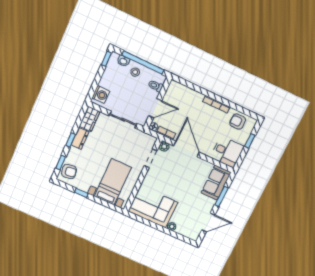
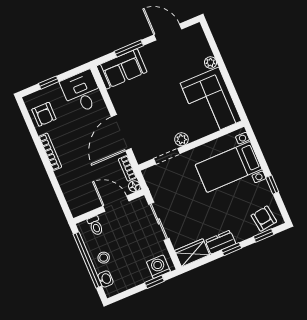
window: (106, 59) -> (154, 282), moved
plant: (164, 146) -> (181, 139), moved

